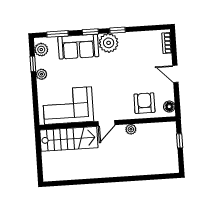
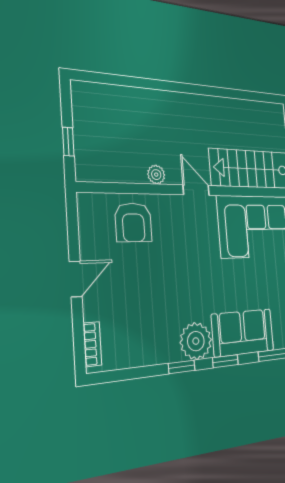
door: (175, 74) -> (76, 279), hinge flipped
floor lamp: (169, 107) -> (88, 212), removed
door: (106, 123) -> (196, 190), hinge flipped

